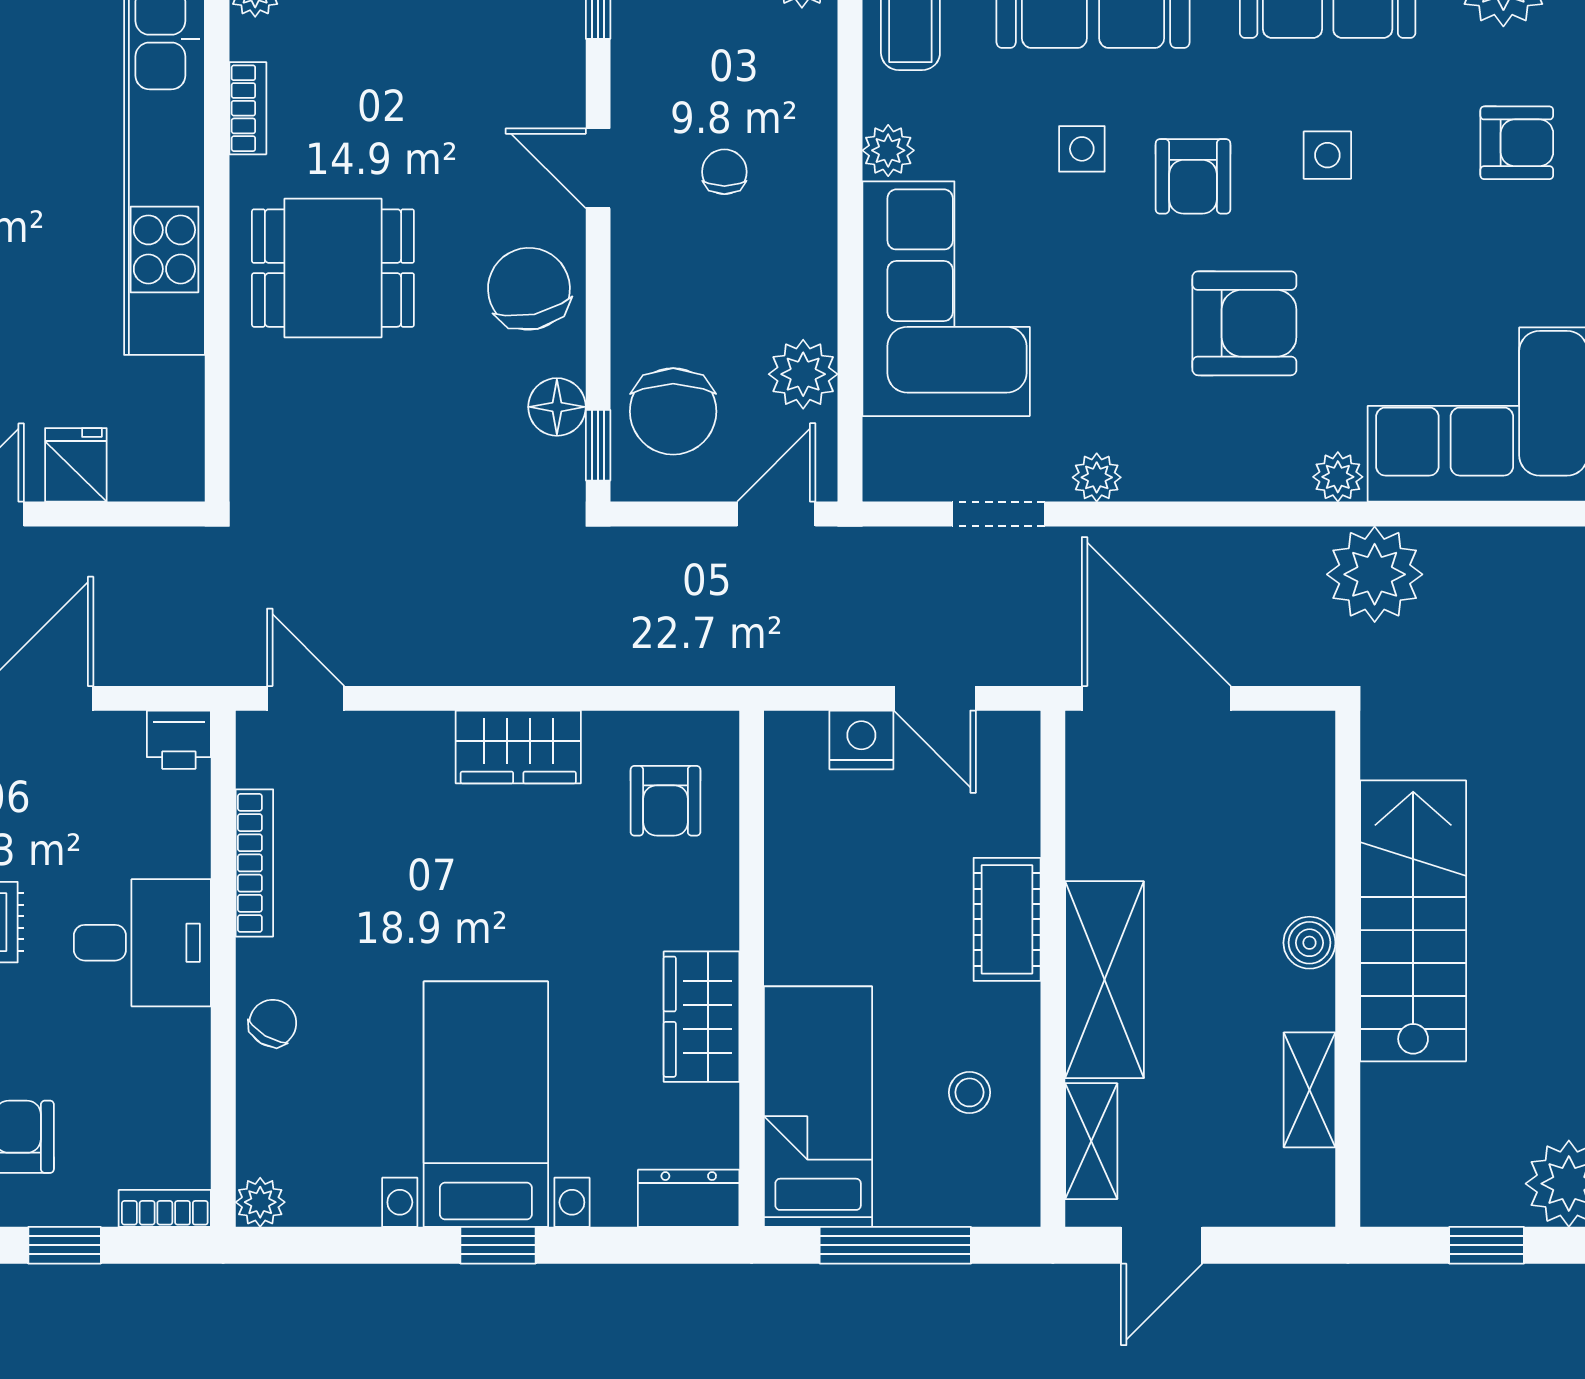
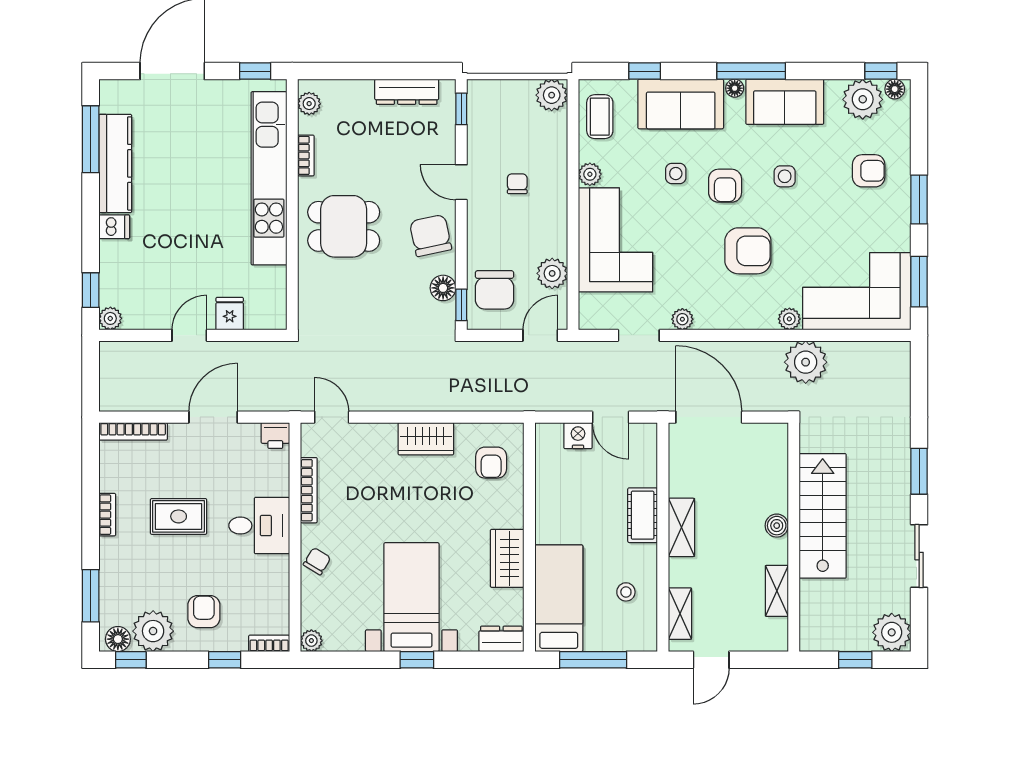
shelving: (1105, 980) -> (681, 527), width x0.67, depth x0.75

